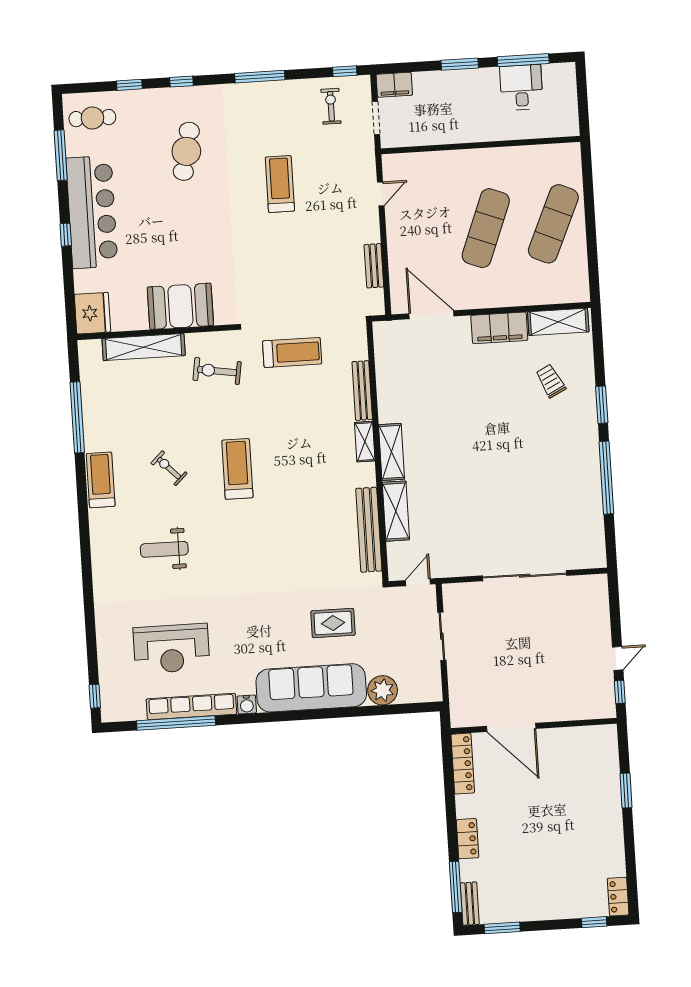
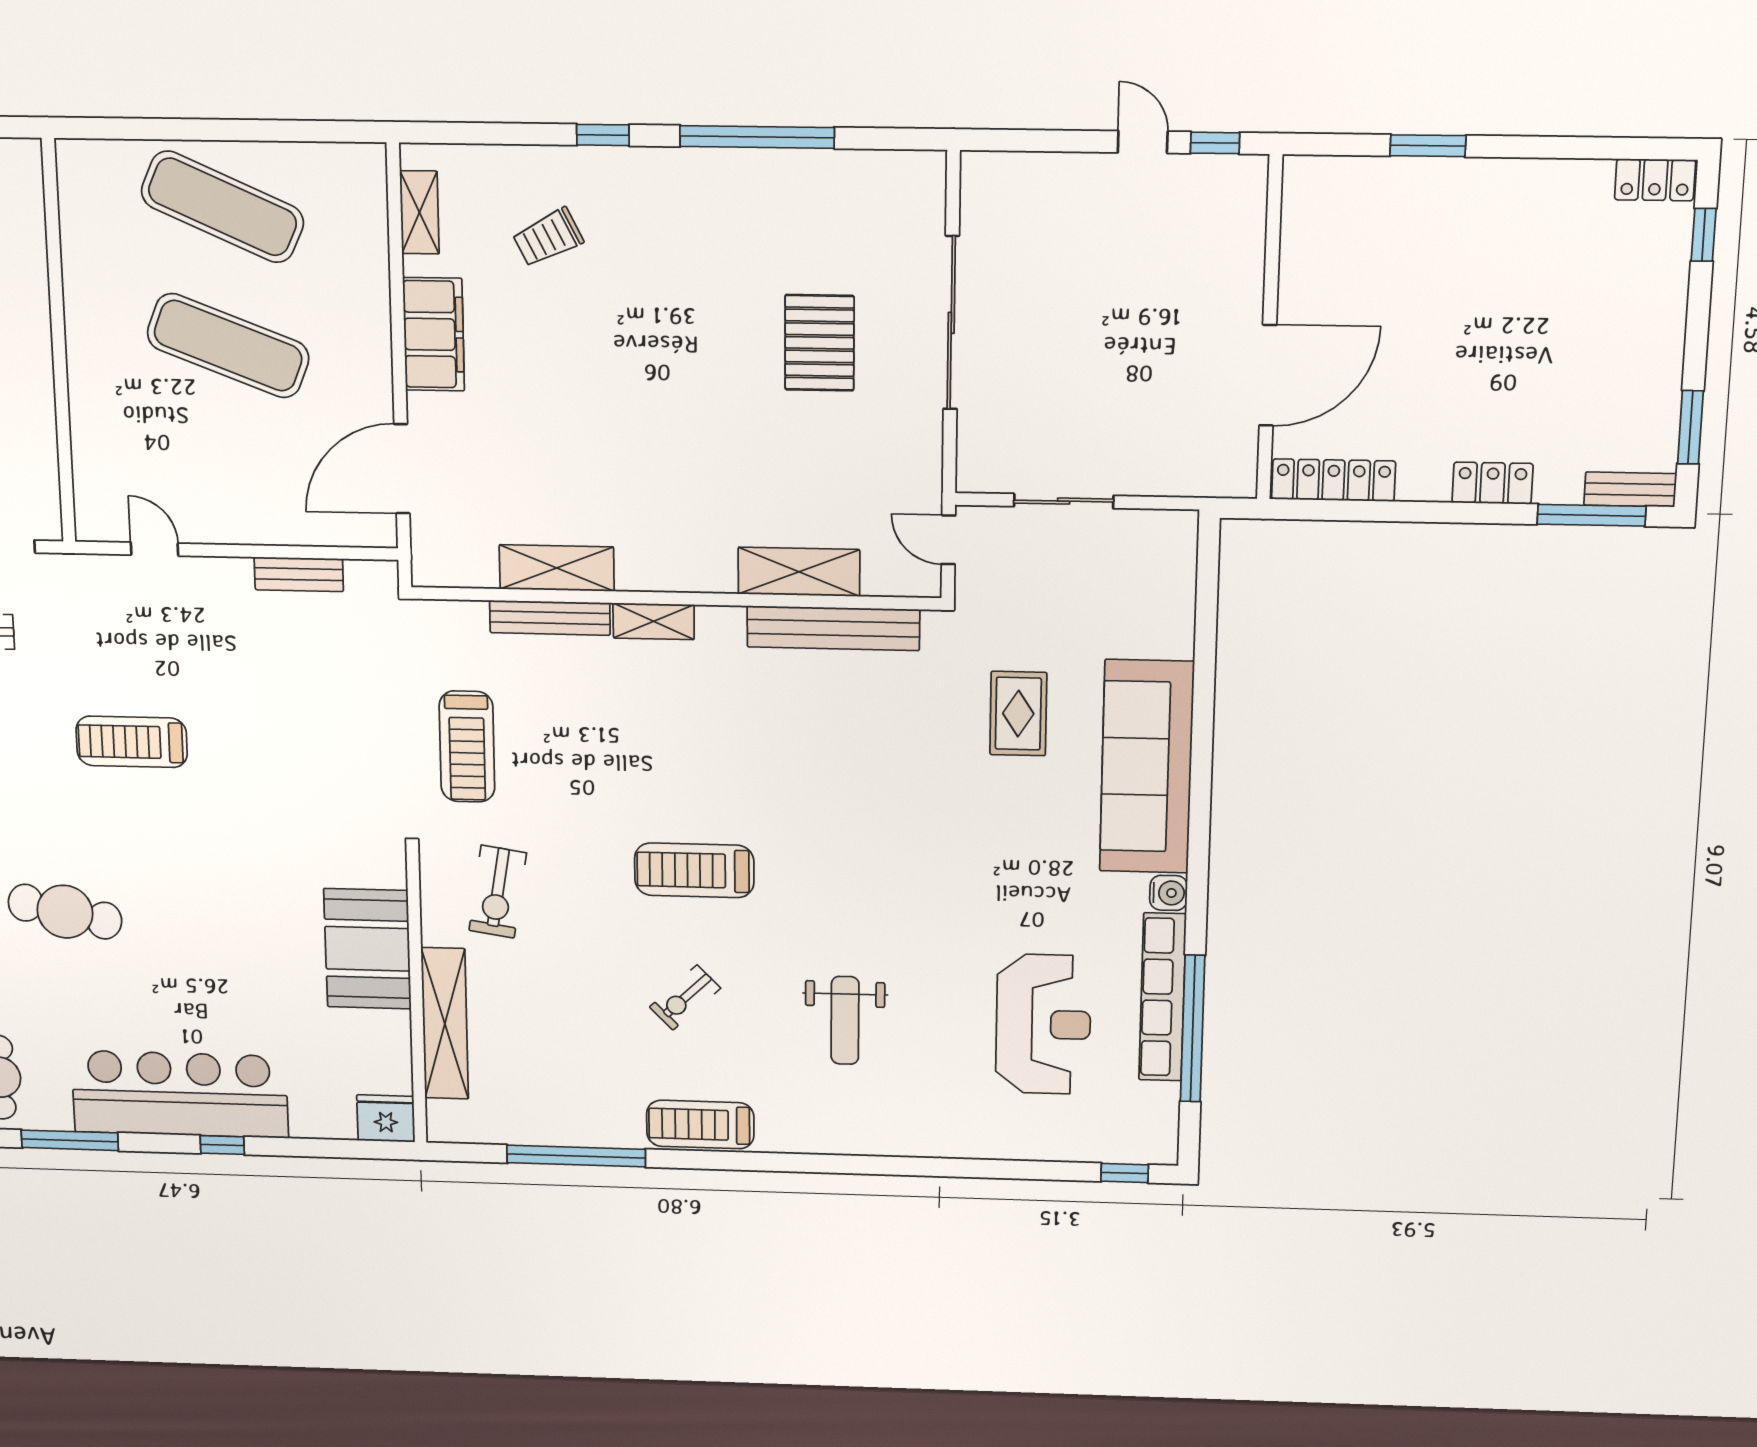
fridge: (92, 313) -> (386, 1118), width x0.73, depth x0.75
shelving: (558, 322) -> (419, 212), width x0.67, depth x0.75
treadmill: (292, 352) -> (467, 747), turned 180
window: (602, 405) -> (603, 135), width x0.67
shelving: (392, 452) -> (557, 568), moved
pallet: (510, 514) -> (819, 343), added
plant: (383, 690) -> (1165, 628), removed

